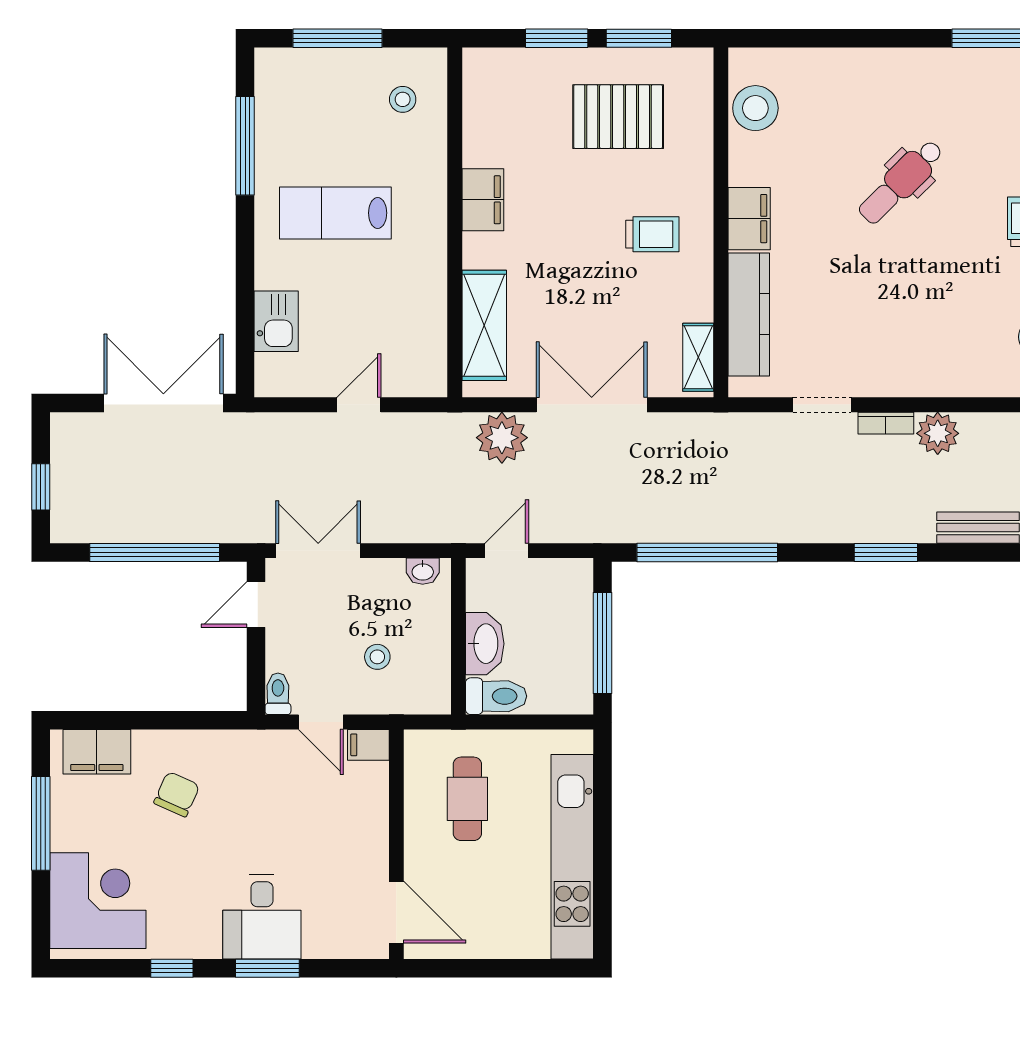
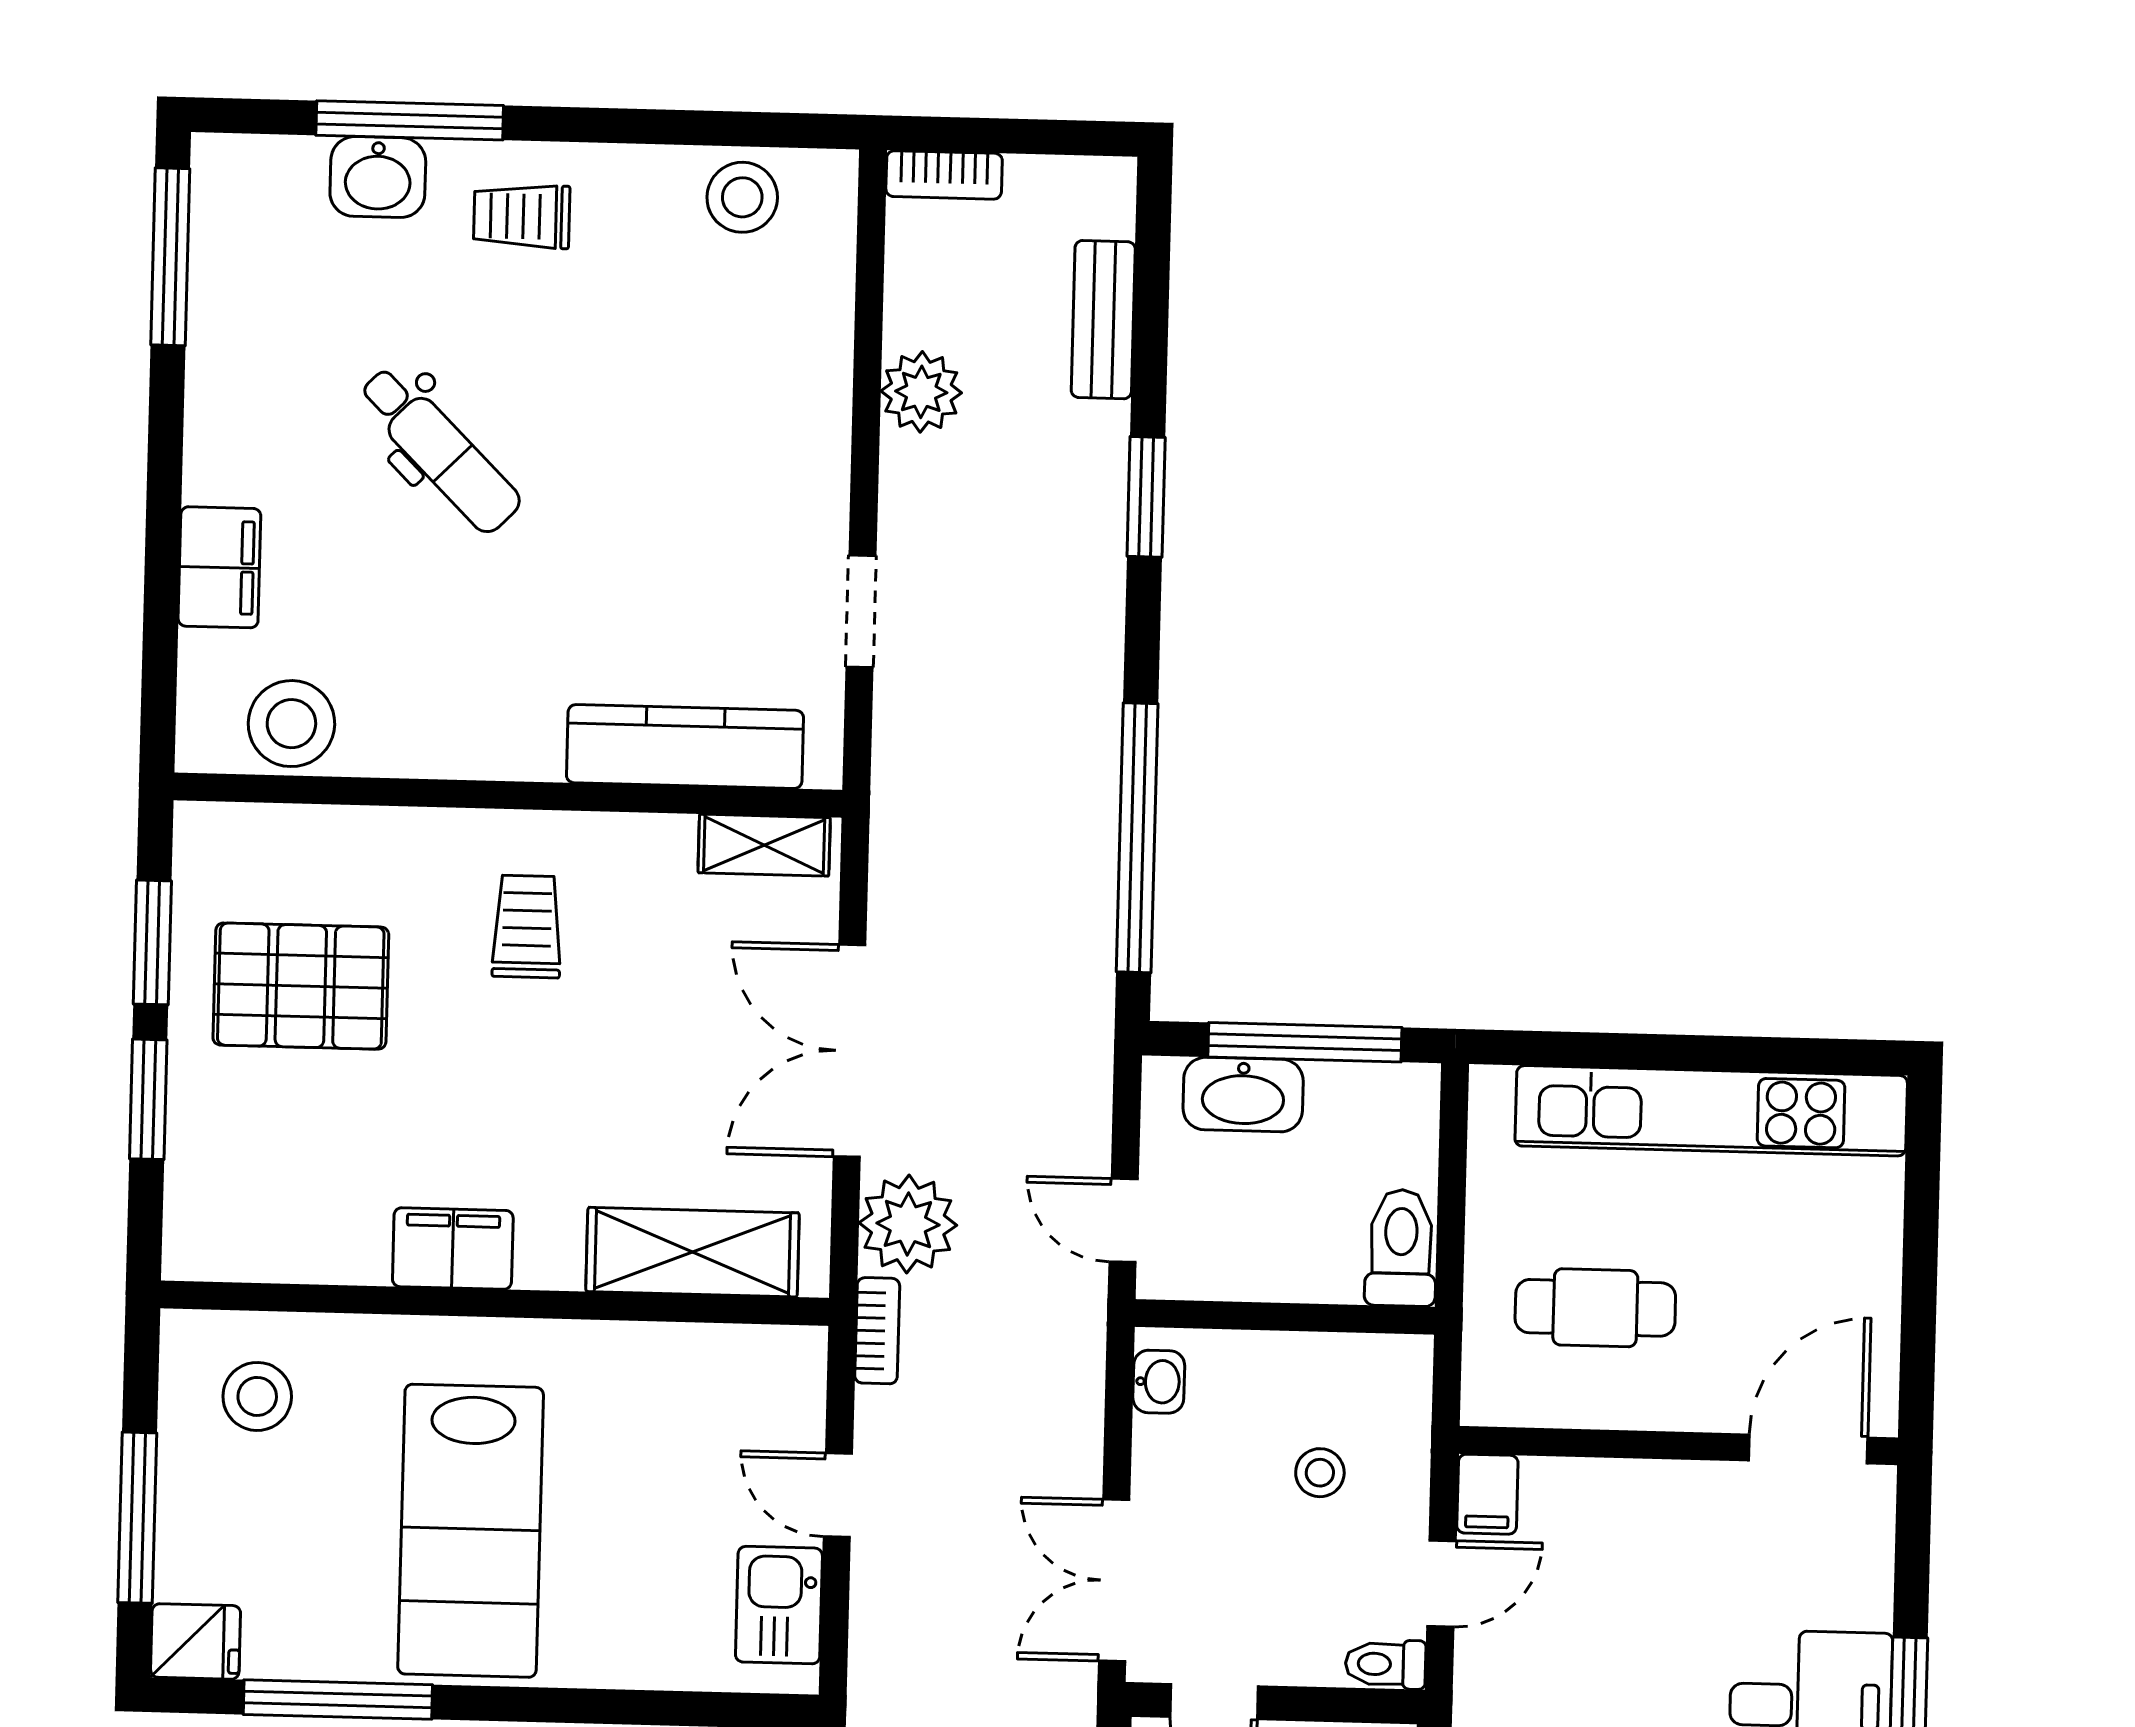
fridge: (274, 70) -> (196, 1641), added
stool: (403, 99) -> (257, 1396), width x1.37, depth x1.37
pallet: (618, 117) -> (301, 986), turned 90
lab bench: (335, 213) -> (471, 1531), width x1.36, depth x1.39
filing cabinet: (749, 219) -> (219, 567), moved, turned 90
kitchen sink: (276, 321) -> (779, 1605), moved, turned -90
bookcase: (886, 423) -> (877, 1331), moved
washbasin: (485, 644) -> (1243, 1095), moved, turned 180

